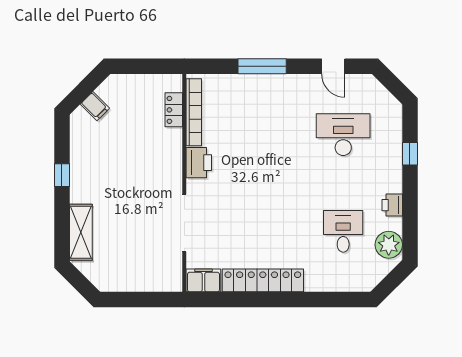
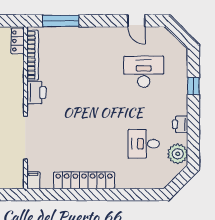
window: (262, 66) -> (61, 21), moved
locker: (174, 110) -> (18, 41), moved
desk: (343, 231) -> (144, 144), turned -90
filing cabinet: (203, 280) -> (33, 180), width x0.50

